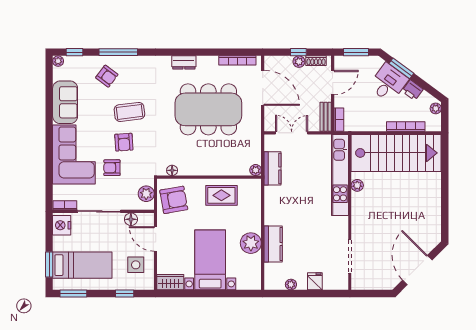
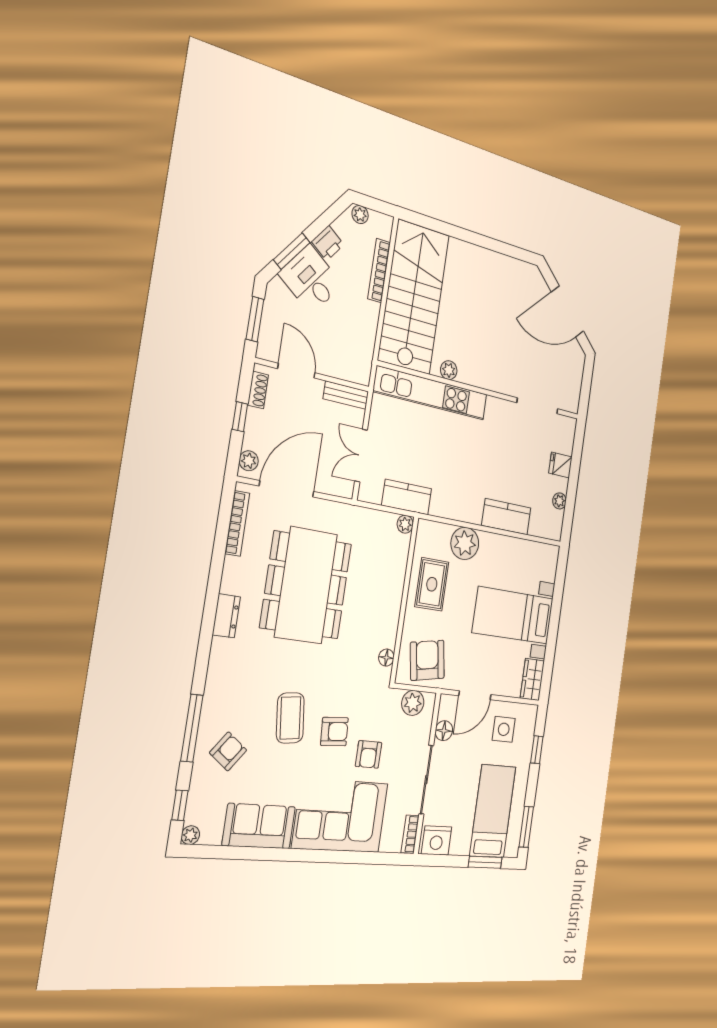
plant: (299, 62) -> (249, 461), moved
bookcase: (339, 120) -> (353, 375), removed
plant: (251, 243) -> (465, 543), moved

